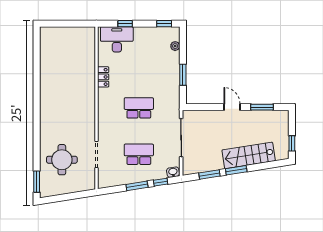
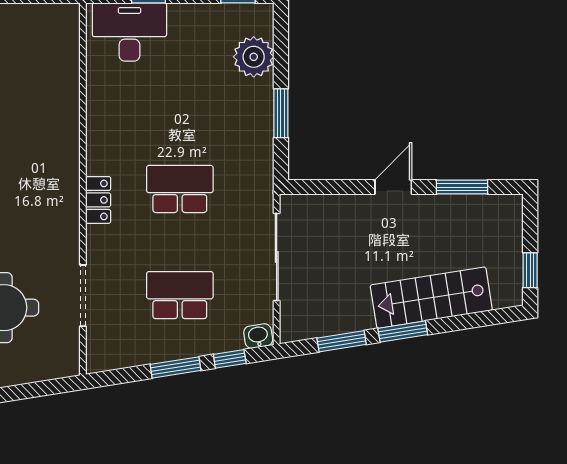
plant: (175, 46) -> (254, 57), width x1.88, depth x1.88
locker: (103, 77) -> (98, 200), moved
door: (232, 107) -> (393, 187), hinge flipped

